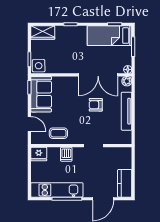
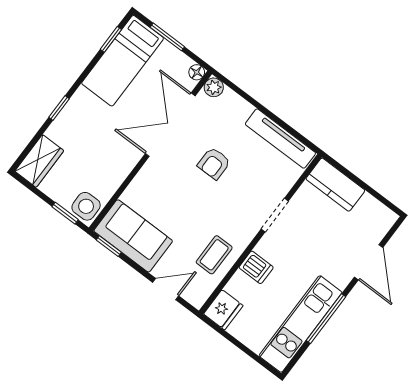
double door: (98, 75) -> (170, 125), swing flipped
tv unit: (127, 111) -> (280, 139), moved
kitchen counter: (125, 183) -> (335, 185), moved

